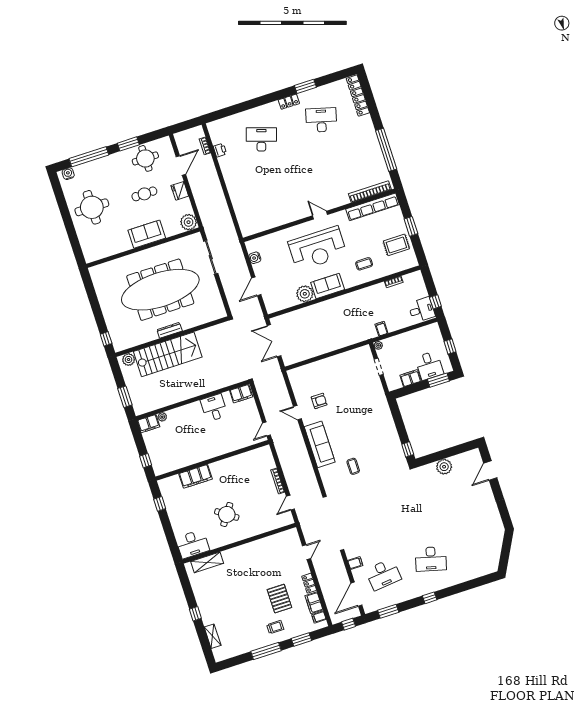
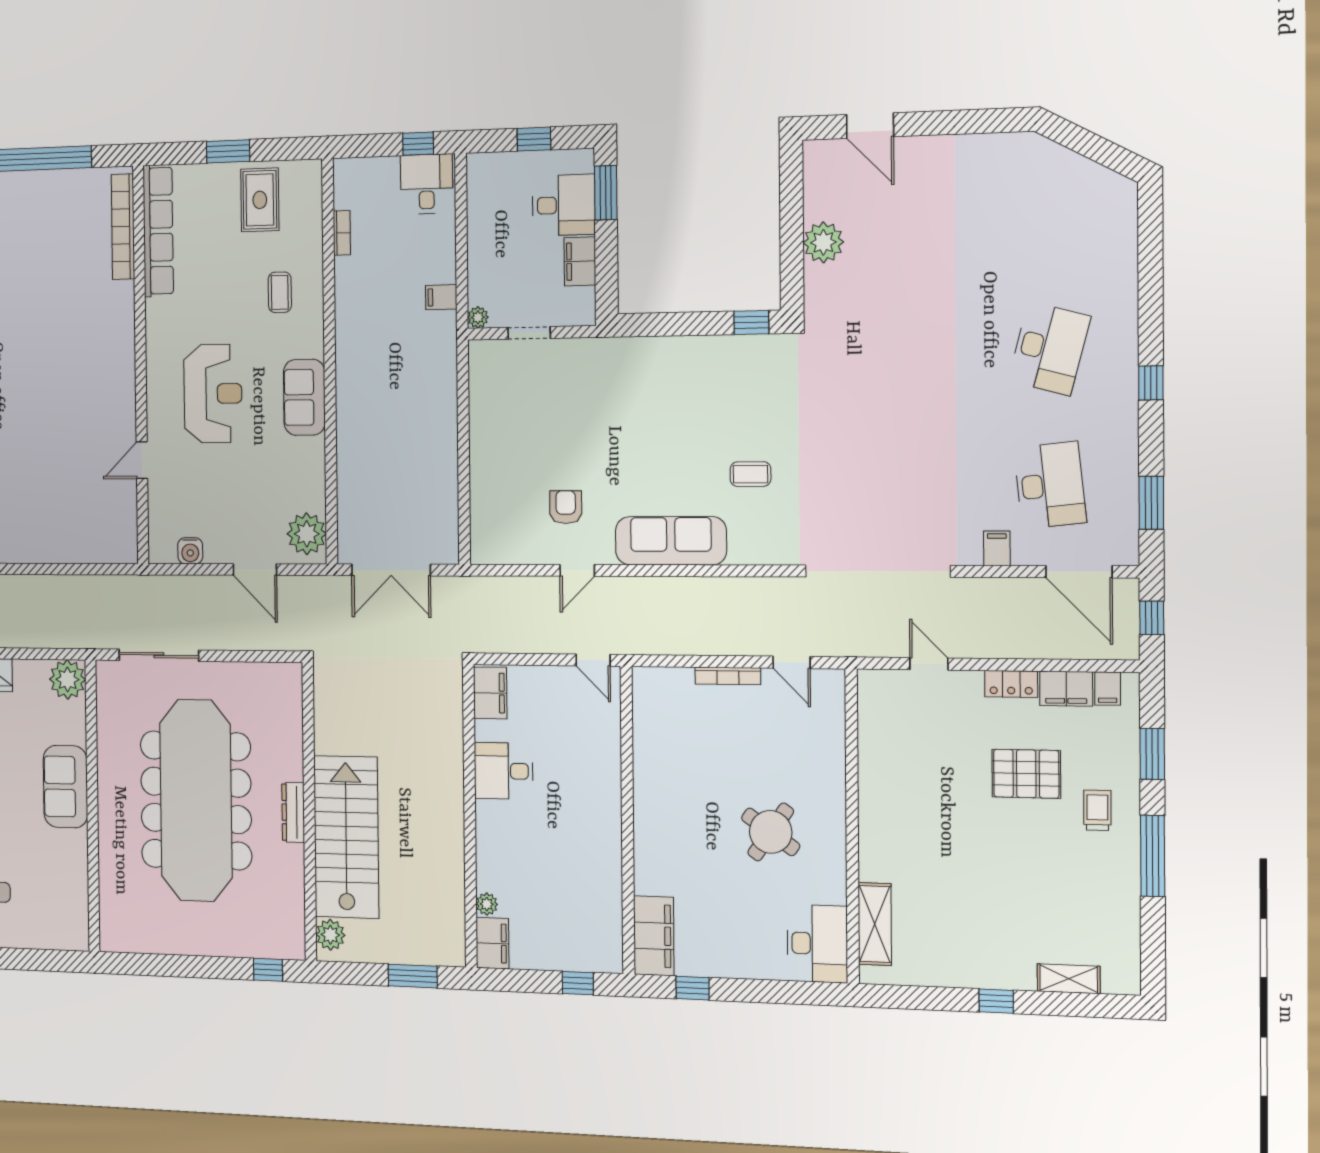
door: (320, 215) -> (142, 460), moved
reception desk: (318, 249) -> (213, 394), width x0.74, depth x0.77
plant: (305, 294) -> (307, 534), moved
filing cabinet: (196, 476) -> (654, 936), moved

